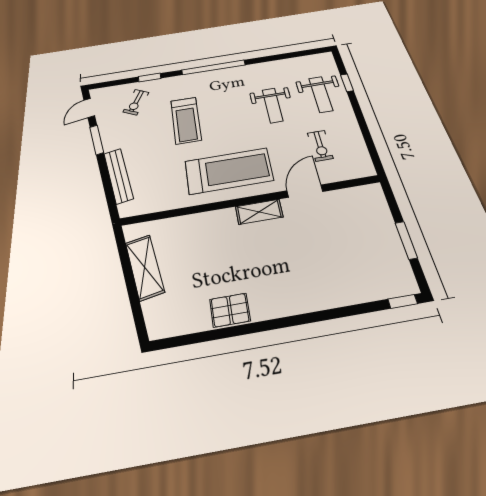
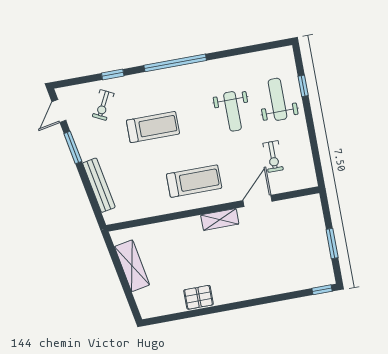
weight bench: (321, 94) -> (278, 99), turned 180
treadmill: (186, 120) -> (153, 127), turned -90
treadmill: (229, 171) -> (194, 181), width x0.73, depth x0.73

